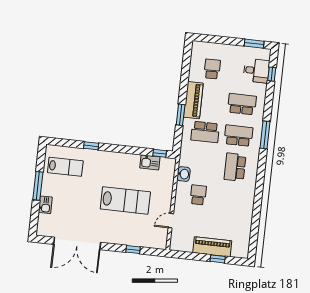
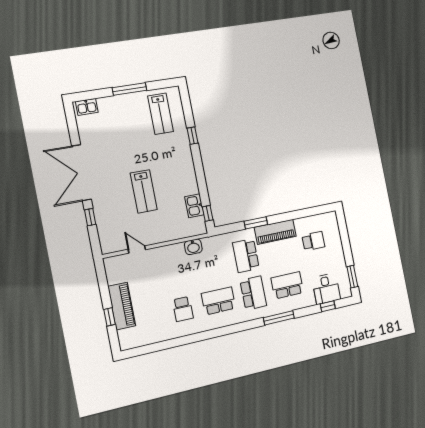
school desk: (242, 104) -> (287, 285), turned -90
window: (265, 135) -> (279, 318), moved
school desk: (198, 195) -> (183, 309), moved, turned 90
lab bench: (125, 200) -> (144, 191), width x0.73, depth x0.72
kitchen sink: (45, 205) -> (87, 107), moved
double door: (77, 243) -> (81, 173), moved

